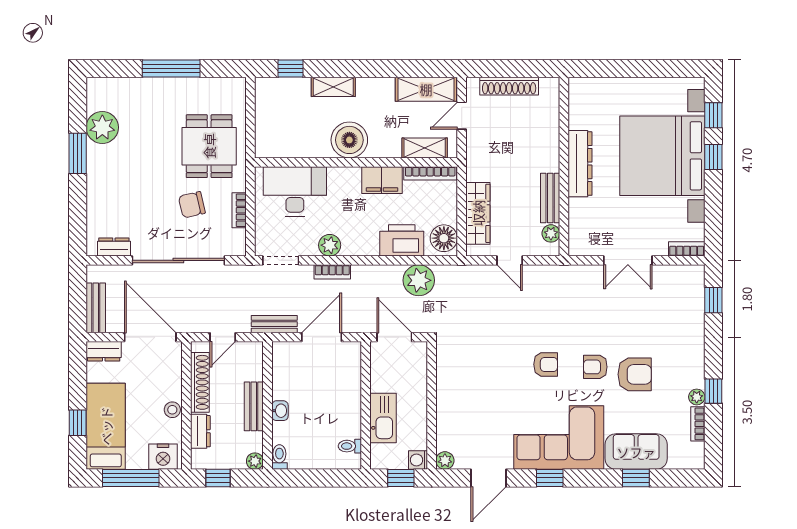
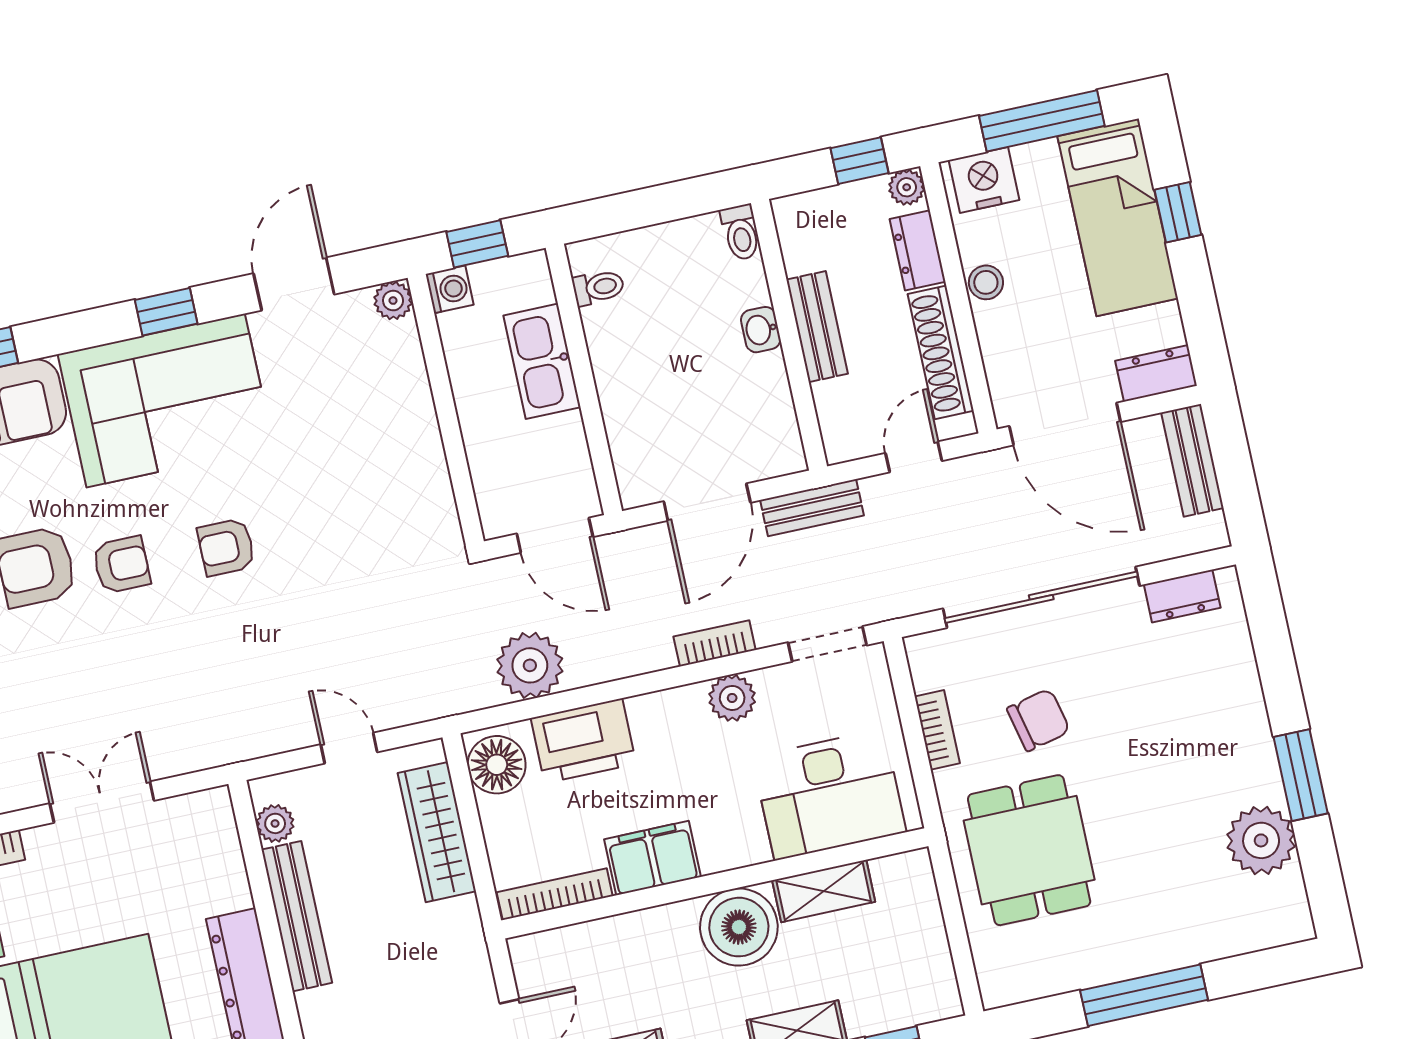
shelving: (425, 148) -> (824, 891), moved
bench: (550, 198) -> (297, 916), width x1.36
plant: (255, 461) -> (907, 187), moved

